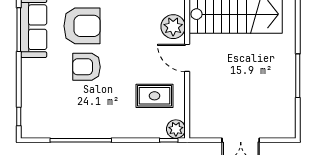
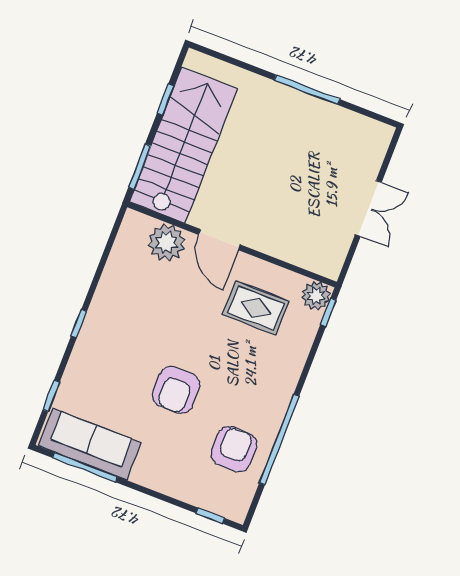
armchair: (82, 26) -> (234, 449), moved, width x0.73, depth x0.73
door: (187, 58) -> (219, 240), hinge flipped
rug: (154, 96) -> (256, 308), turned 90

